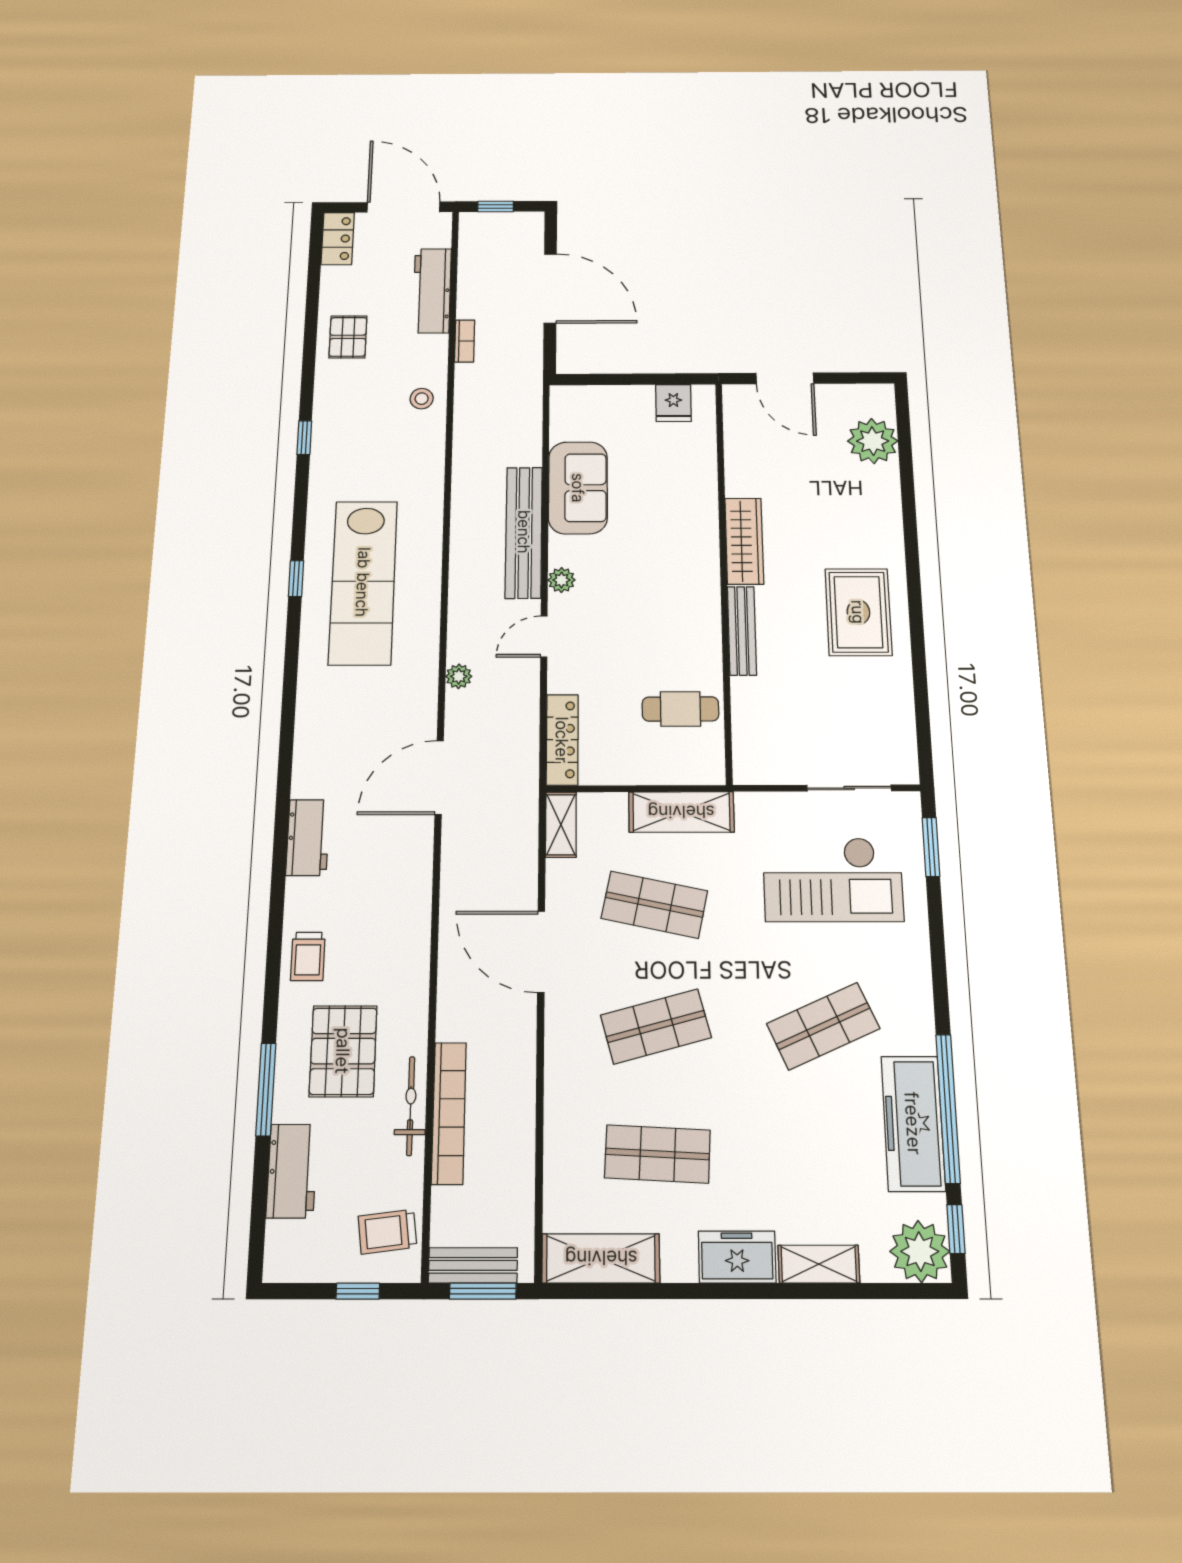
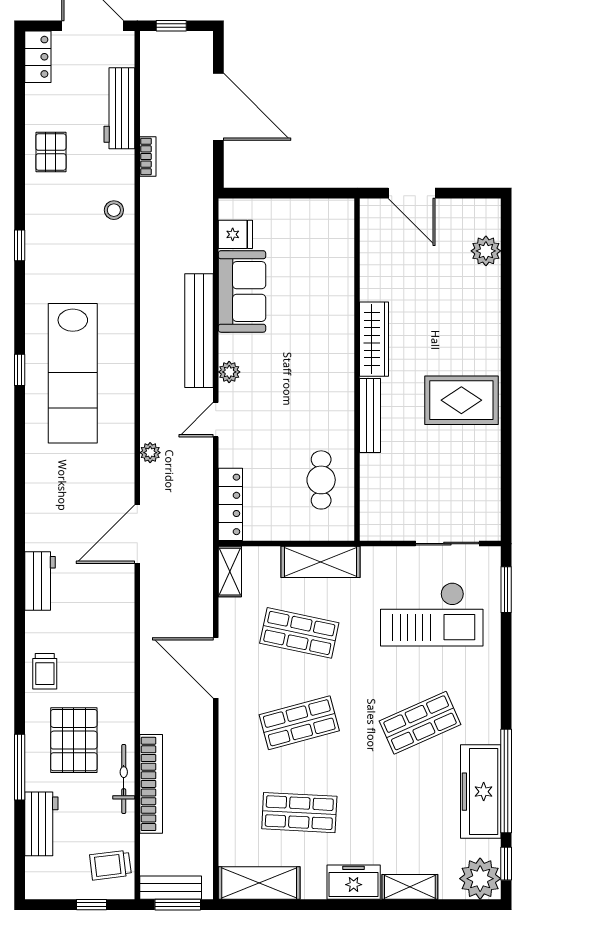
fridge: (673, 403) -> (235, 234), moved, turned -90
plant: (873, 441) -> (486, 251), width x0.73, depth x0.73
rug: (858, 612) -> (461, 400), turned 90
cafe table: (680, 709) -> (321, 480), turned 90

